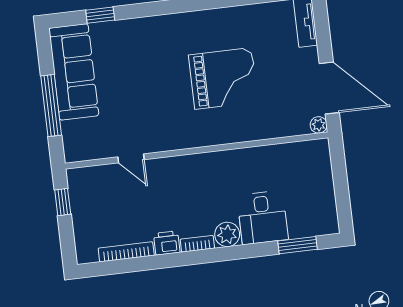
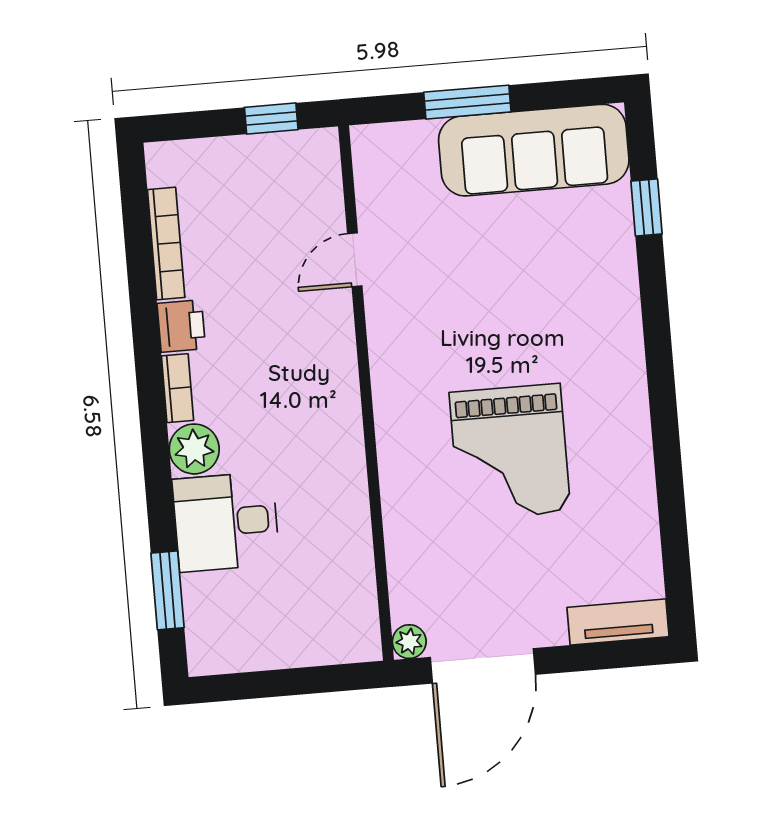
window: (51, 105) -> (467, 102), width x0.69

